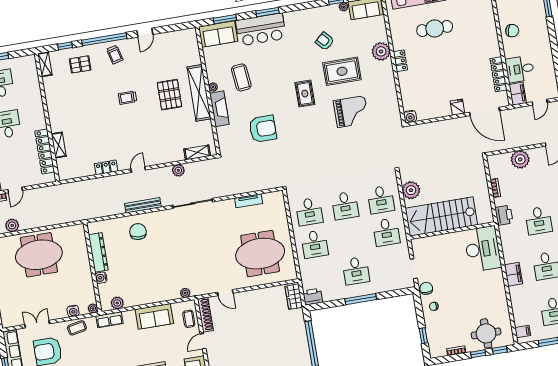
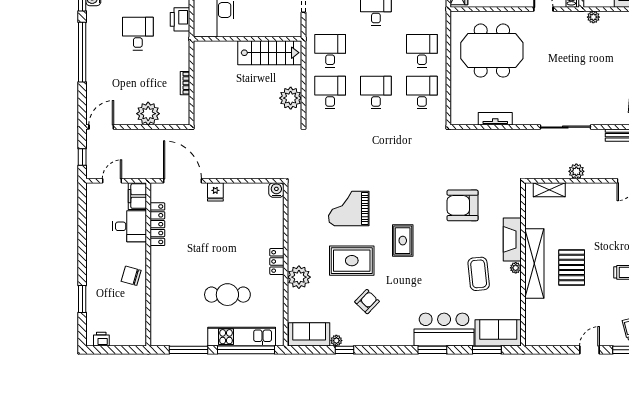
armchair: (325, 41) -> (367, 302), turned -94
printer: (504, 215) -> (180, 19), moved
stairs: (441, 217) -> (270, 53), width x0.73, depth x0.66

